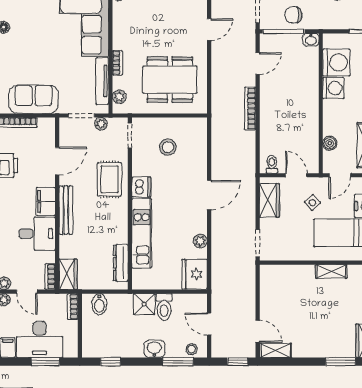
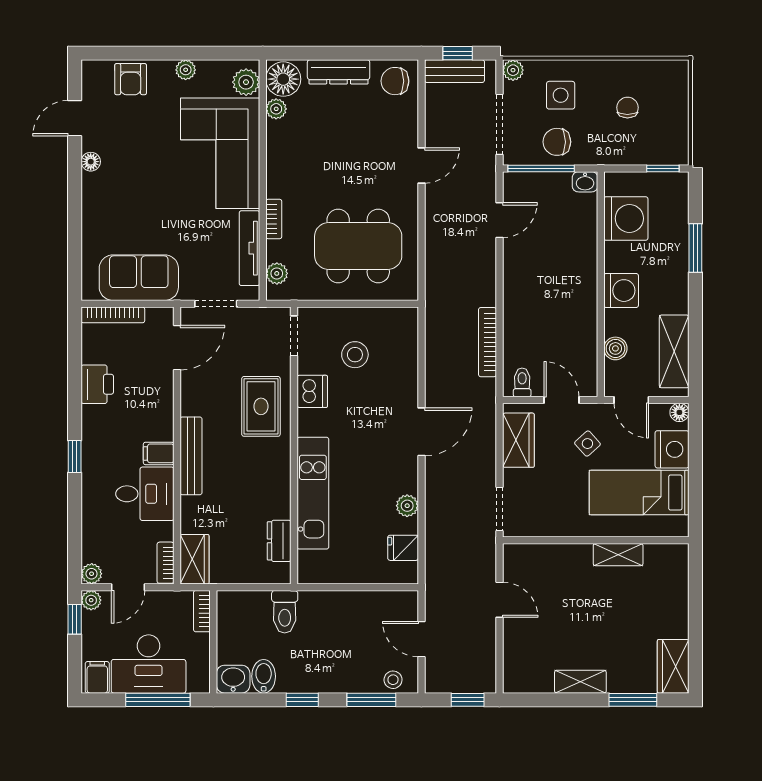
washing machine: (333, 88) -> (621, 291), moved
bookcase: (250, 108) -> (487, 342), moved
plant: (101, 124) -> (247, 317), removed
door: (57, 161) -> (177, 348), moved
door: (340, 175) -> (631, 400), hinge flipped
dishwasher: (141, 187) -> (312, 391), moved
filing cabinet: (46, 201) -> (159, 453), width x0.50
dresser: (121, 263) -> (279, 541), width x0.70
fridge: (195, 274) -> (403, 548), width x0.53, depth x0.75
door: (27, 292) -> (128, 587), hinge flipped
bidet: (99, 304) -> (264, 676), moved, turned 180
shower: (144, 304) -> (317, 607), removed
toilet: (164, 307) -> (285, 612), moved
door: (258, 331) -> (499, 600), moved
washbasin: (154, 349) -> (233, 679), moved
shelving: (276, 350) -> (580, 682), moved
window: (45, 362) -> (158, 700), width x1.44
window: (111, 362) -> (302, 700), moved

